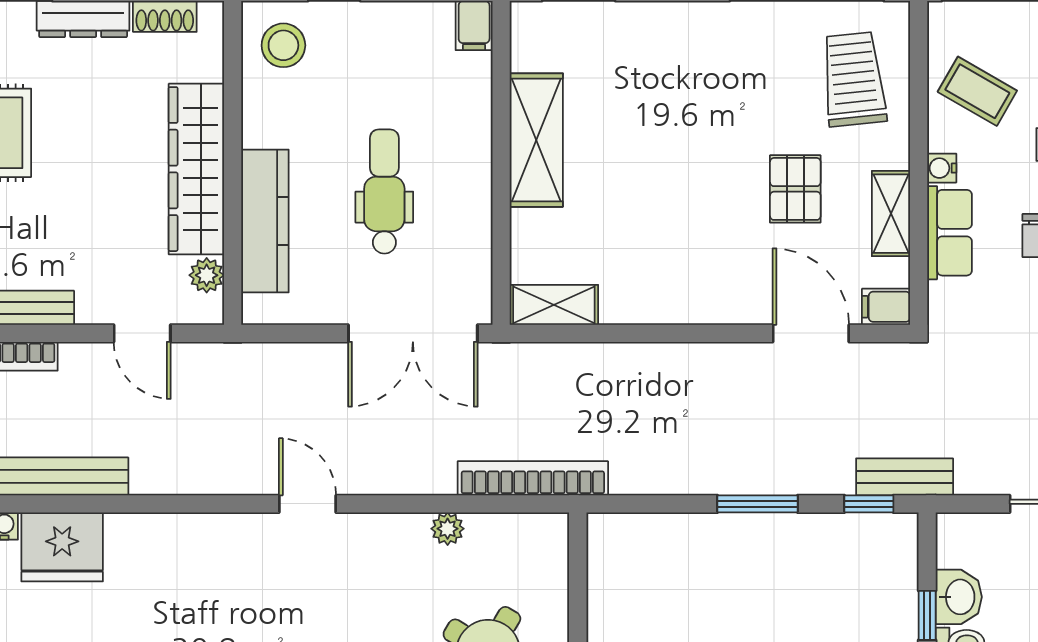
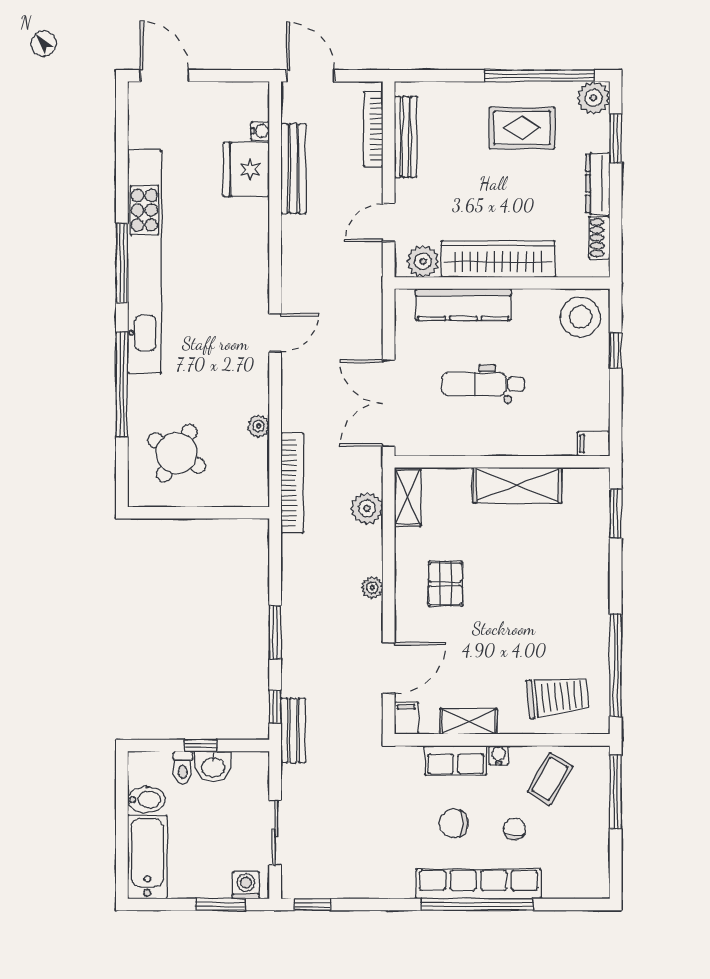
stool: (283, 45) -> (580, 317), width x1.38, depth x1.38
pallet: (795, 189) -> (445, 584), moved, turned 90
dental chair: (384, 192) -> (483, 384), turned 180
plant: (207, 275) -> (423, 261), width x1.38, depth x1.38
plant: (690, 358) -> (372, 588), added
plant: (571, 366) -> (367, 508), added

